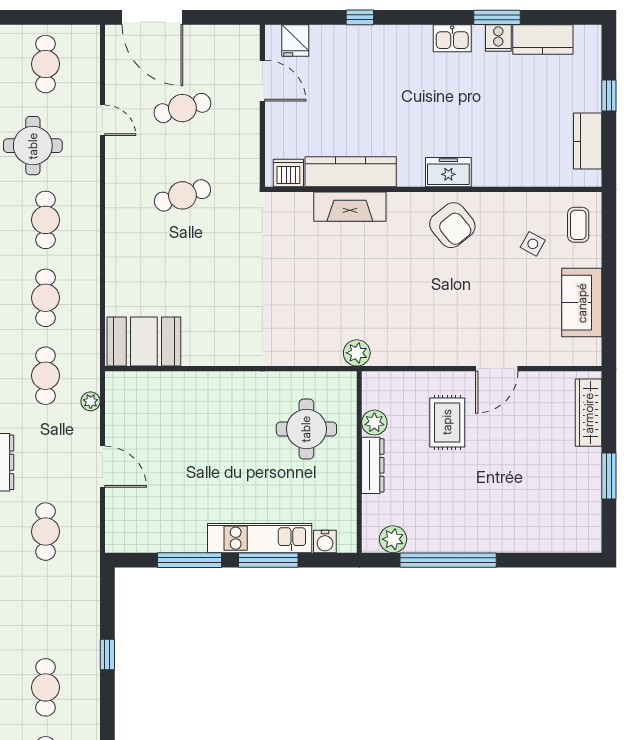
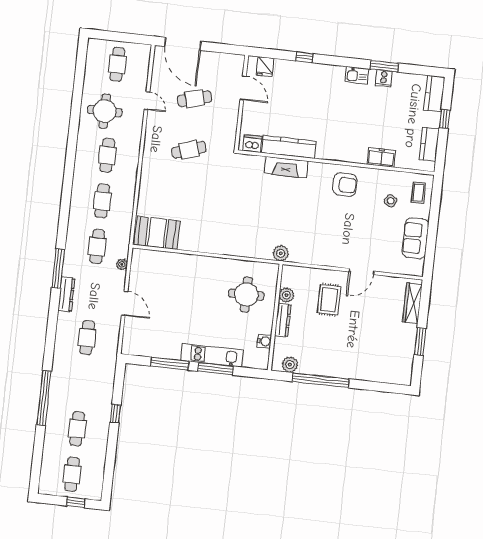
kitchen counter: (543, 40) -> (434, 94), moved, turned 90
freezer: (448, 172) -> (381, 157), moved
armchair: (452, 225) -> (345, 185), turned -49
water cooler: (325, 542) -> (264, 341), moved, turned -90

